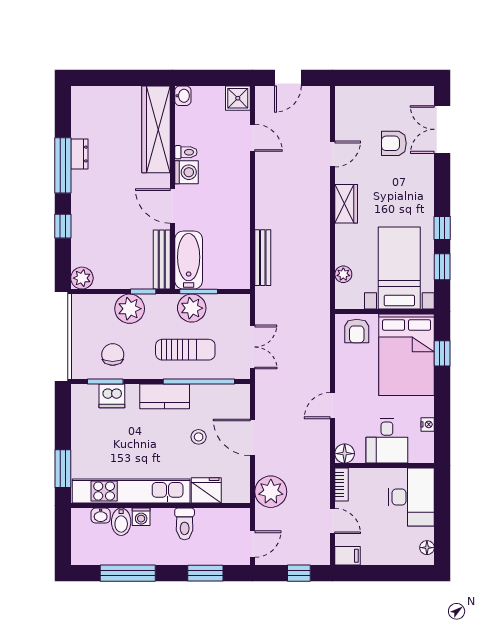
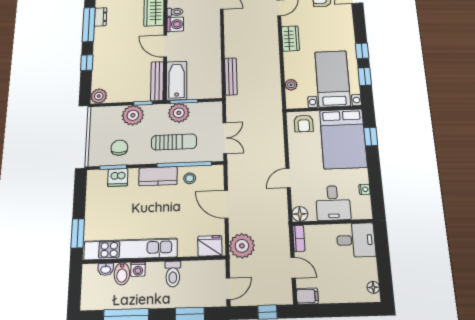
stool: (199, 437) -> (190, 178), moved
fridge: (206, 490) -> (210, 246), moved
desk: (411, 497) -> (356, 240), width x0.73

